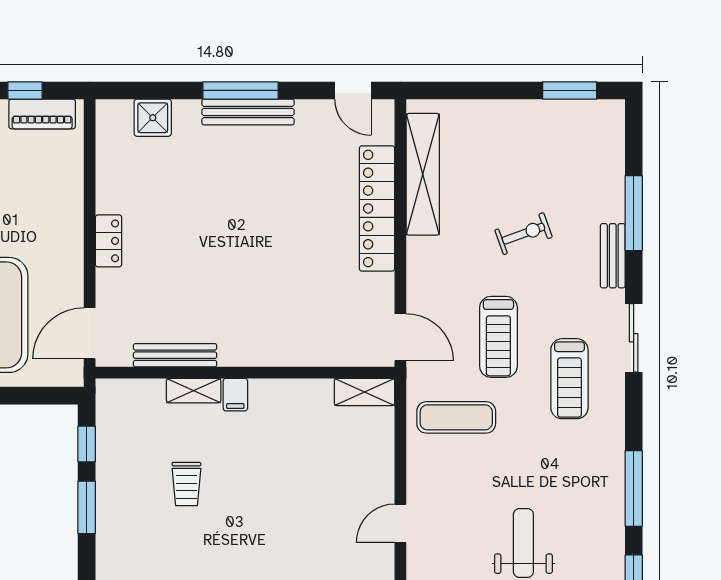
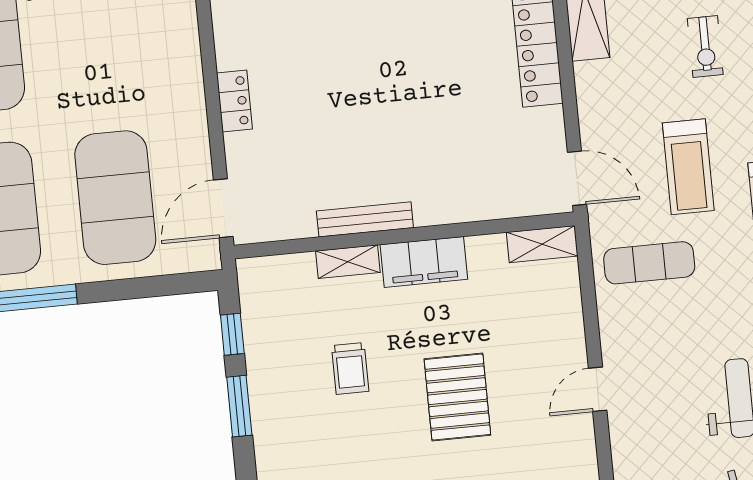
exercise bike: (524, 234) -> (705, 47), turned 110
bench: (175, 355) -> (365, 219), moved
filing cabinet: (235, 395) -> (424, 262), width x3.00, depth x1.17
pallet: (278, 518) -> (457, 397), added

